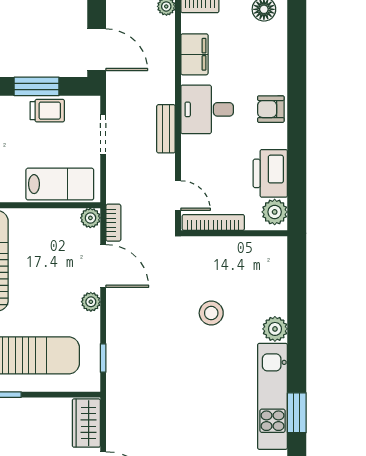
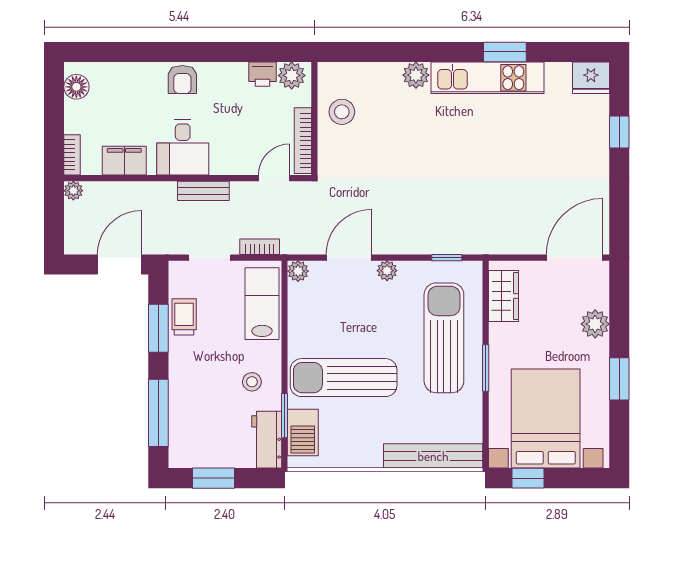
printer: (270, 173) -> (263, 74), width x0.53, depth x0.68
bookcase: (113, 223) -> (260, 247), moved
stool: (211, 313) -> (342, 112), moved
wardrobe: (86, 423) -> (504, 296), moved, turned -90

